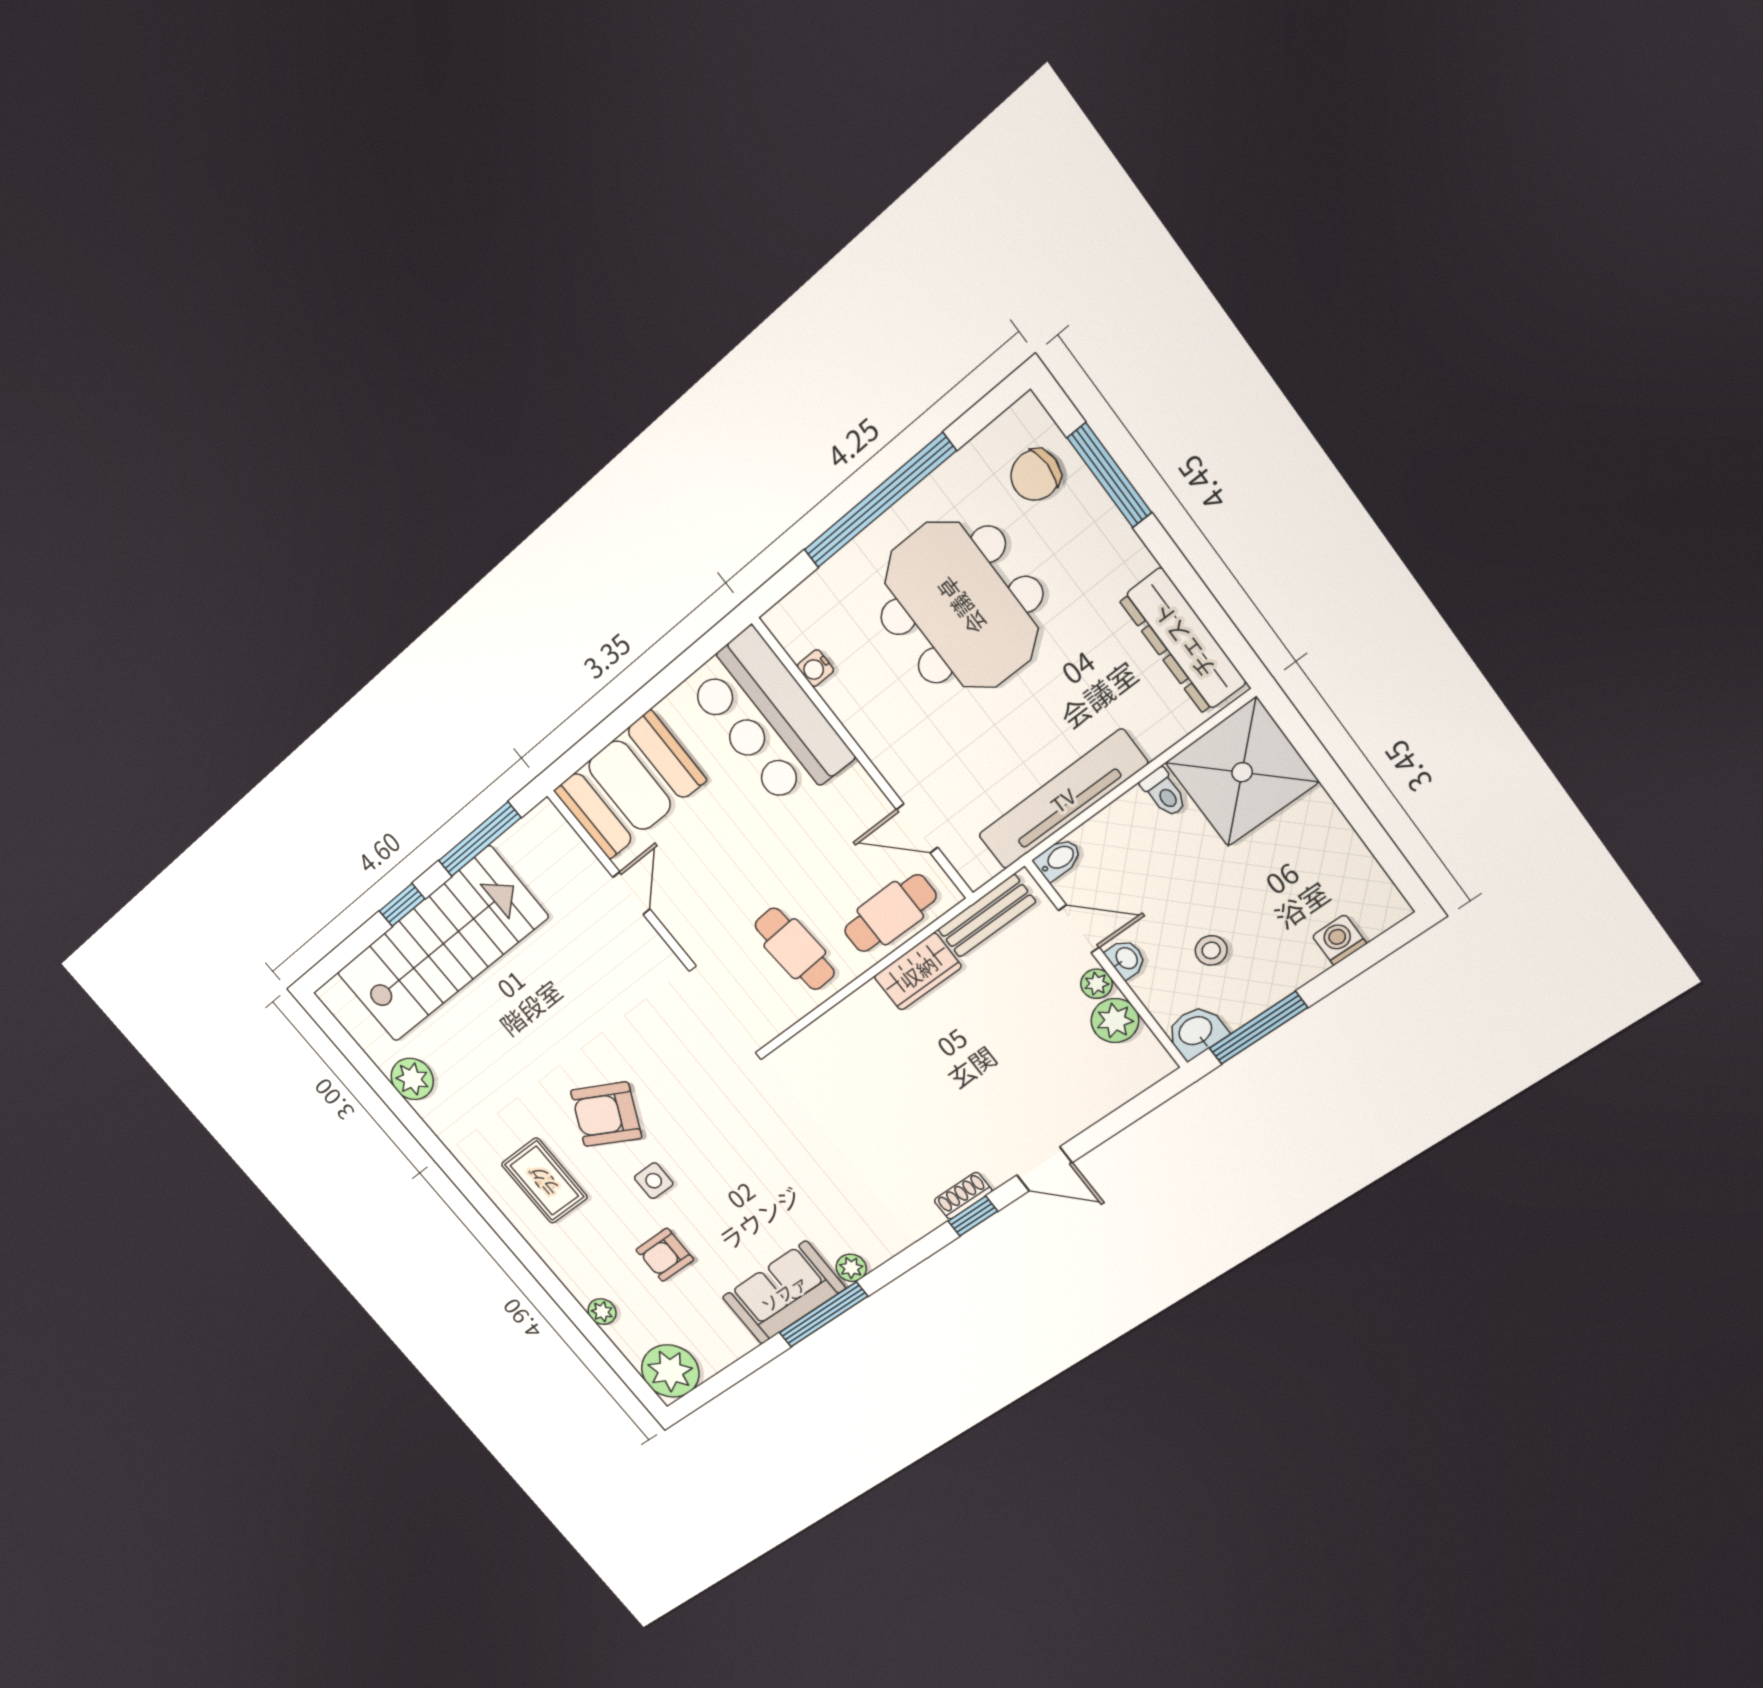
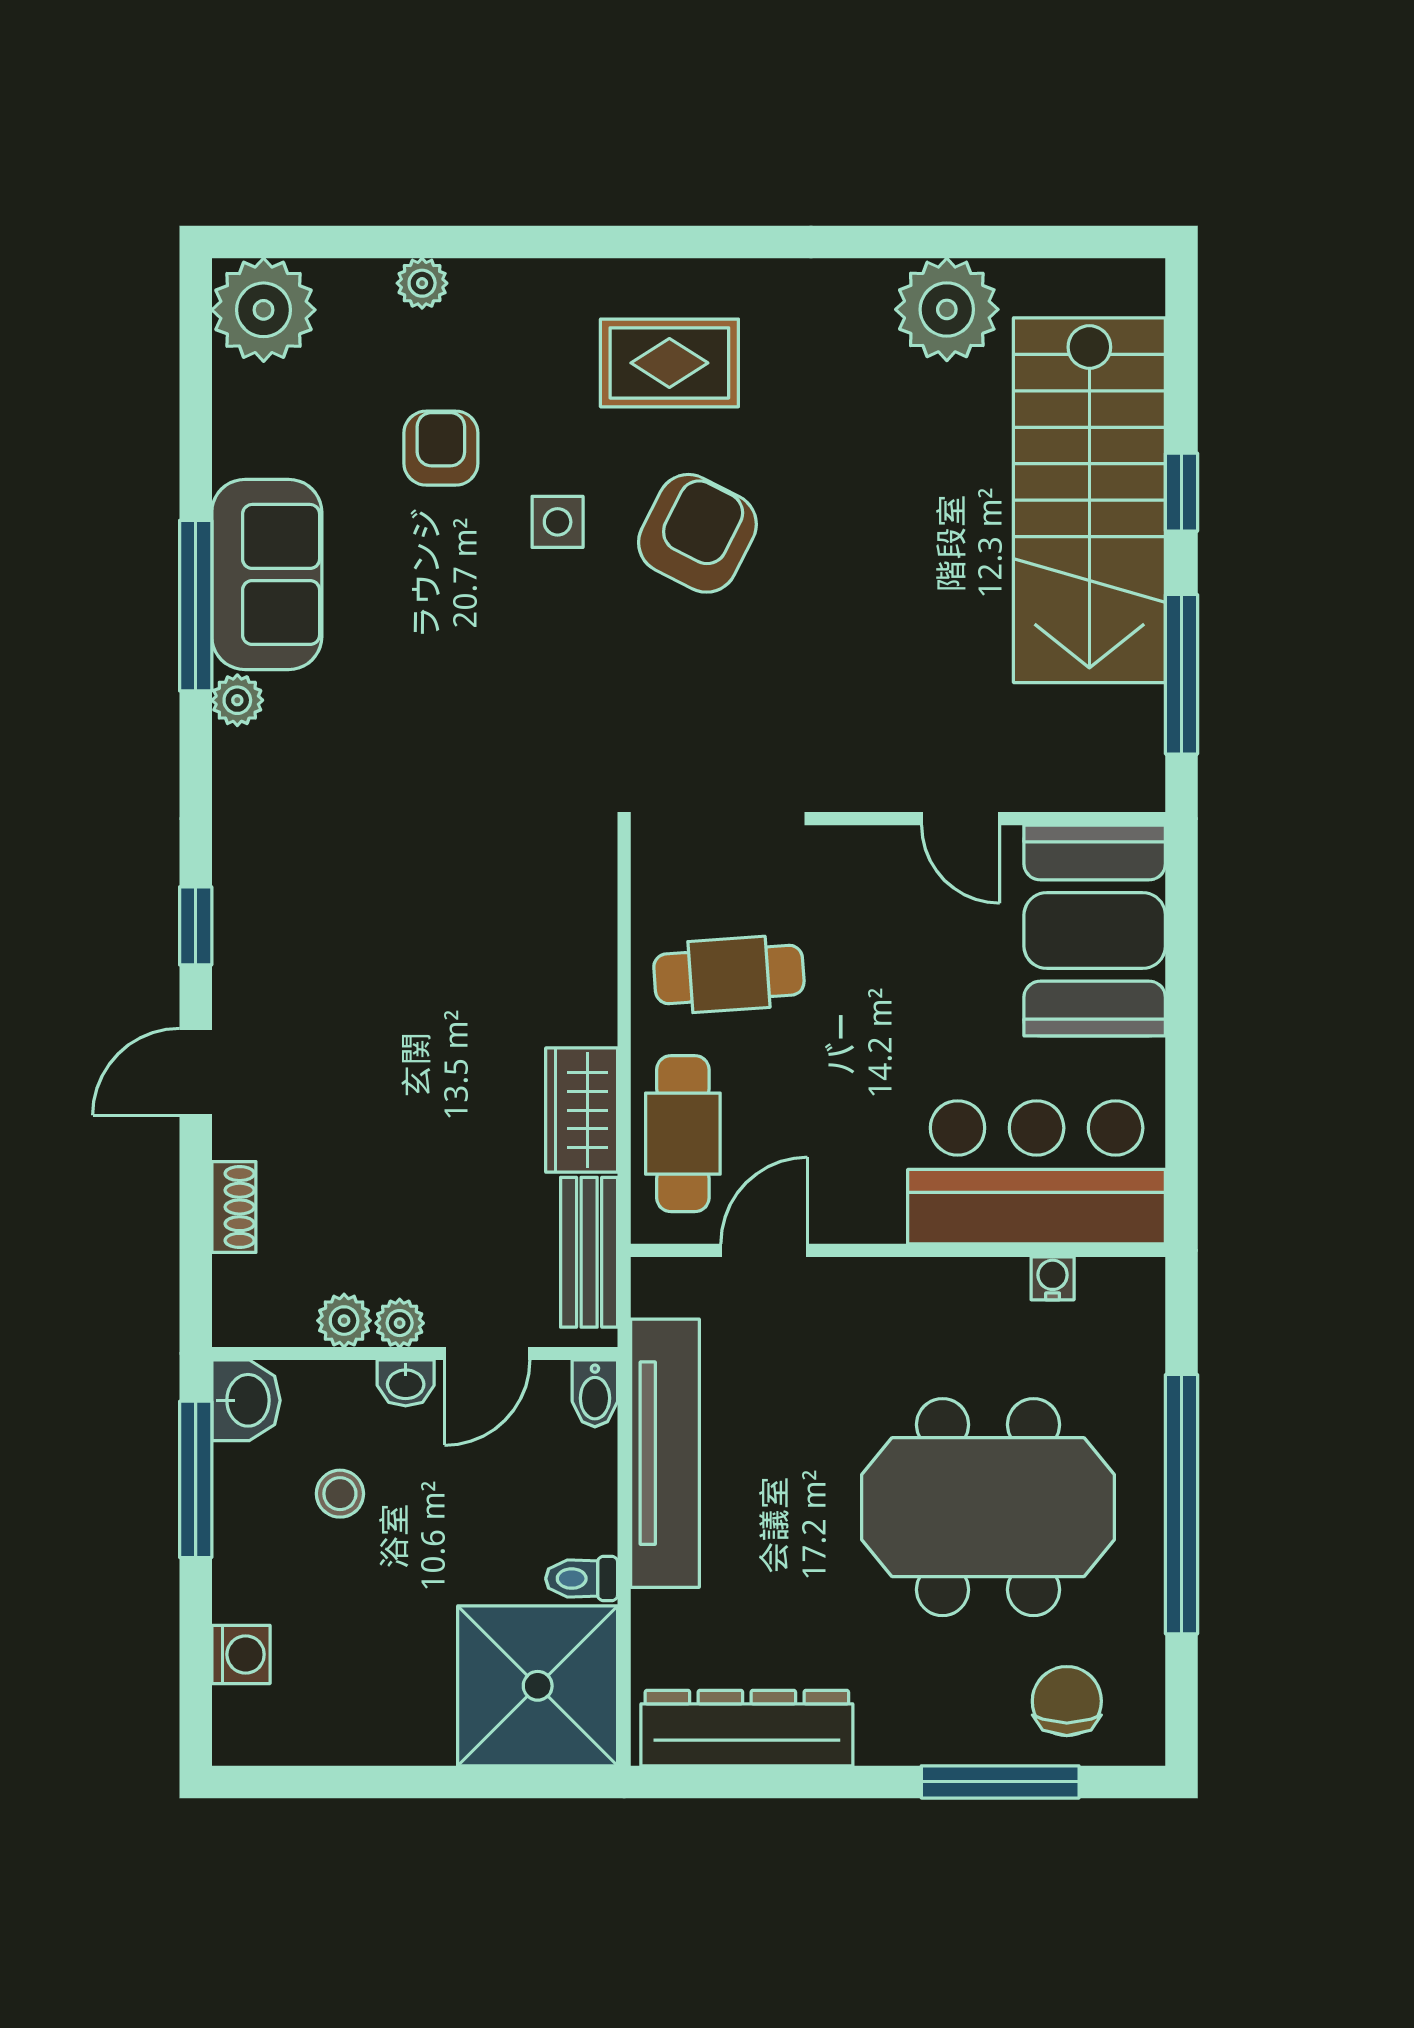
plant: (1115, 1021) -> (344, 1321), width x0.73, depth x0.73
plant: (412, 1079) -> (947, 309), width x1.36, depth x1.36
shoe rack: (963, 1196) -> (234, 1207), moved

